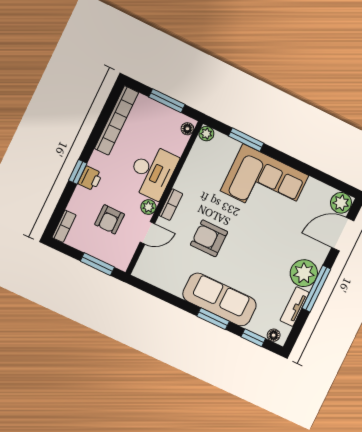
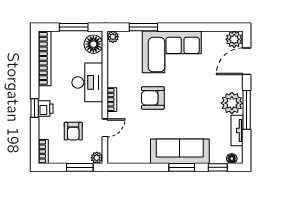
floor lamp: (187, 129) -> (93, 44), width x1.89, depth x1.89
plant: (148, 207) -> (97, 158), moved
armchair: (209, 238) -> (153, 98), moved

